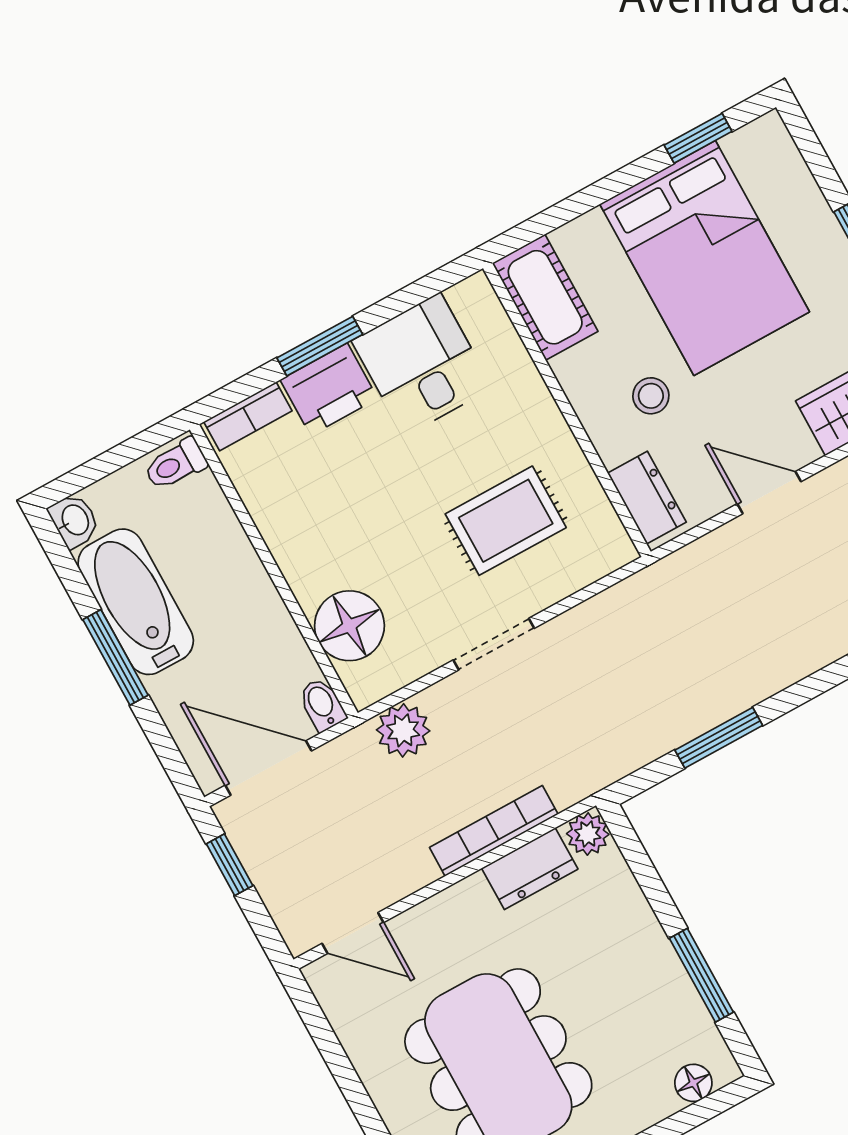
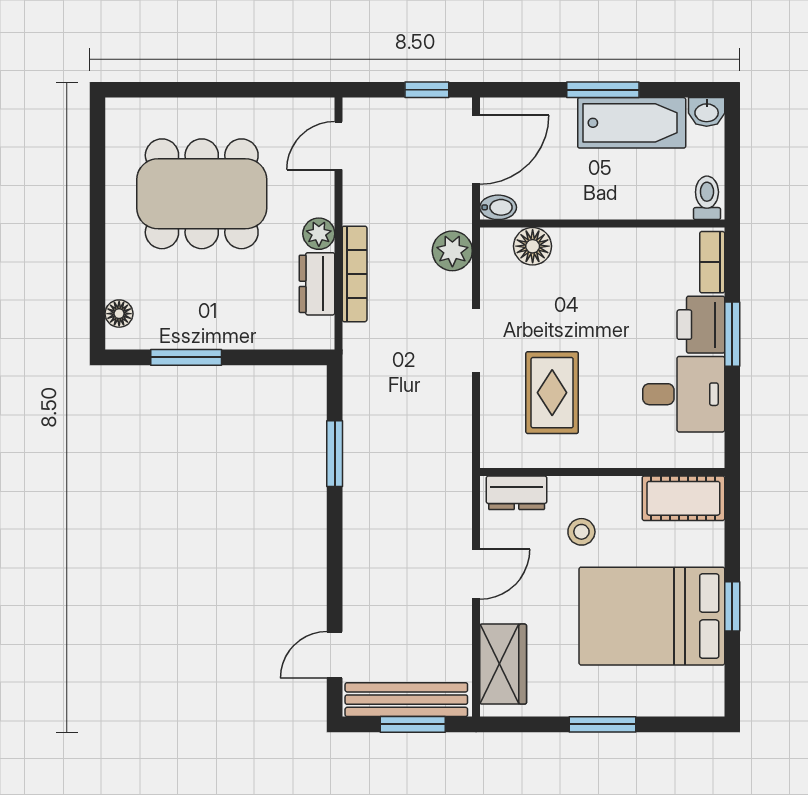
window: (698, 138) -> (732, 606), moved
floor lamp: (349, 626) -> (533, 246), width x0.73, depth x0.73
plant: (588, 834) -> (319, 234), moved

